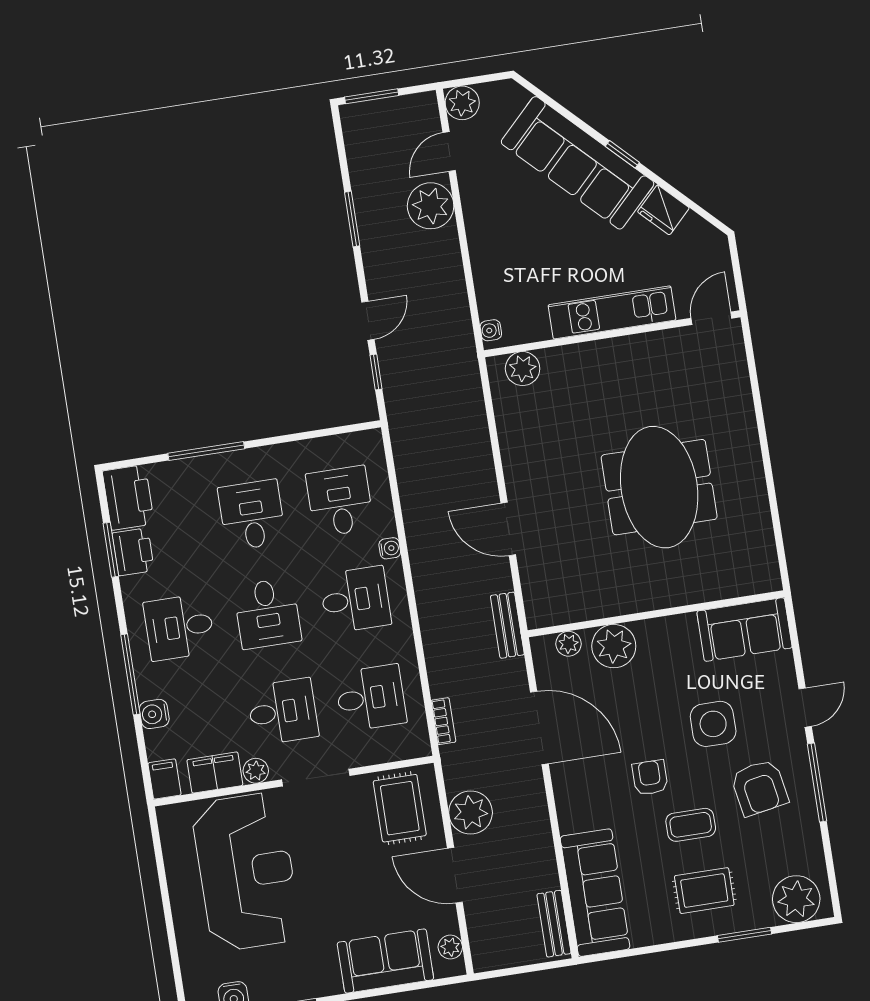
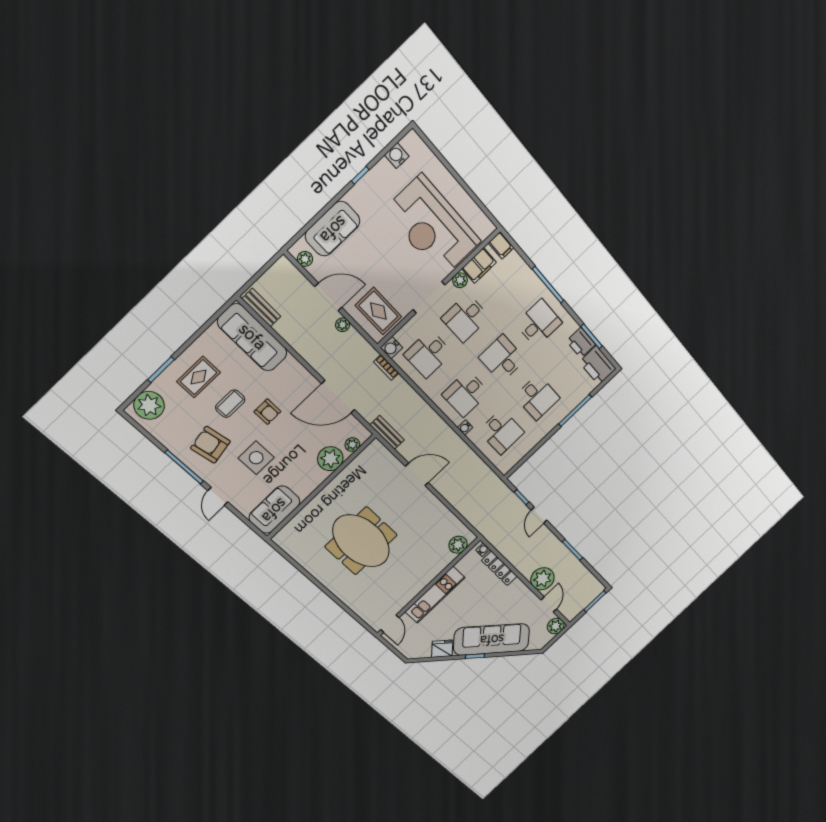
locker: (486, 278) -> (499, 568), added
water cooler: (154, 714) -> (391, 348), moved, turned 180
plant: (471, 812) -> (343, 325), width x0.53, depth x0.53

